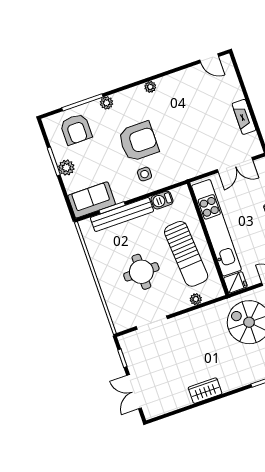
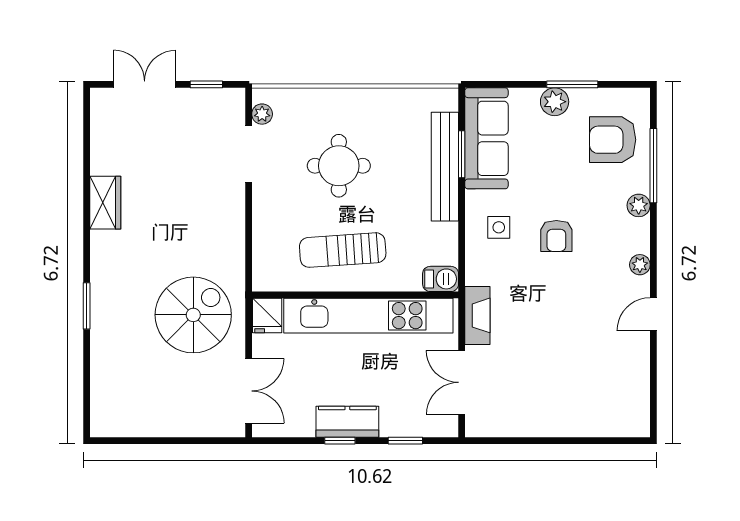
door: (209, 58) -> (653, 314), moved
plant: (150, 87) -> (640, 265), moved
fireplace: (244, 117) -> (477, 315), moved, turned 90
armchair: (138, 141) -> (556, 236), width x0.53, depth x0.53
sofa: (92, 200) -> (486, 138), width x1.36
barbecue: (162, 200) -> (441, 279), moved, turned 90
sun lounger: (186, 254) -> (343, 250), width x0.73, depth x0.75
plant: (196, 299) -> (262, 114), moved

